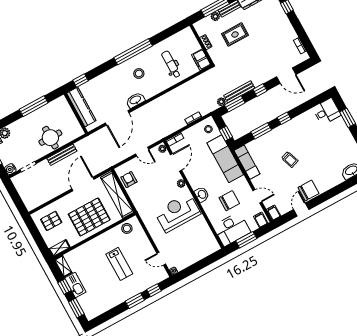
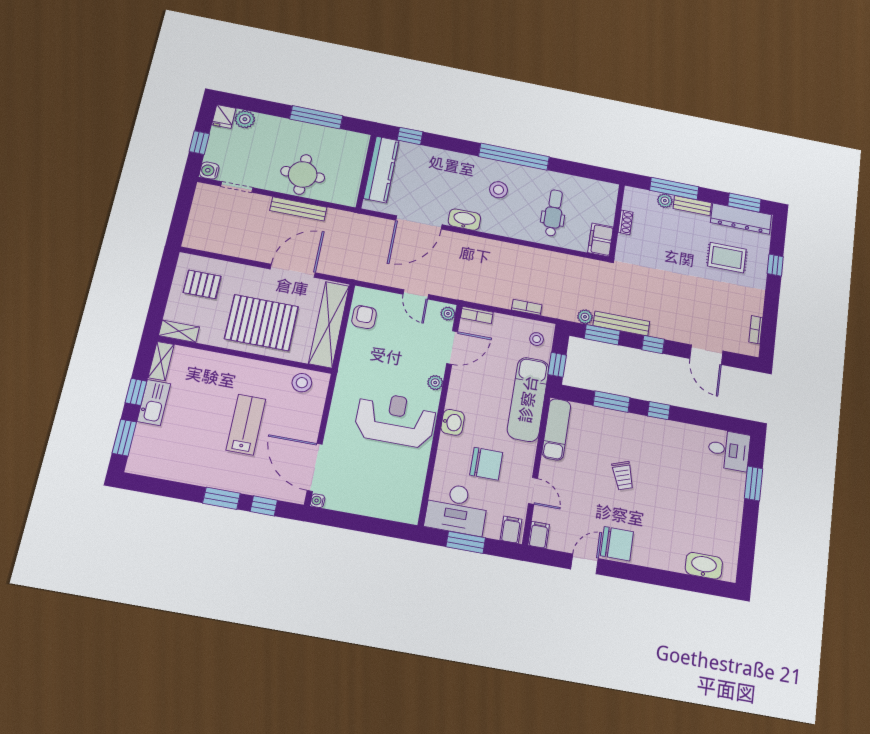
rug: (235, 34) -> (727, 257), moved
door: (161, 259) -> (315, 467), width x1.87
lab bench: (119, 264) -> (246, 425), turned 180

